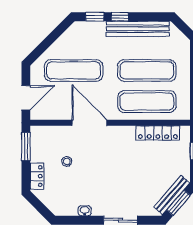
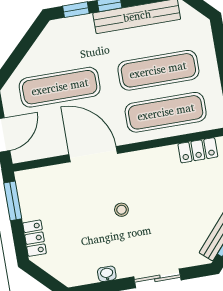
locker: (158, 133) -> (198, 150), width x0.66
stool: (67, 161) -> (121, 210), moved

